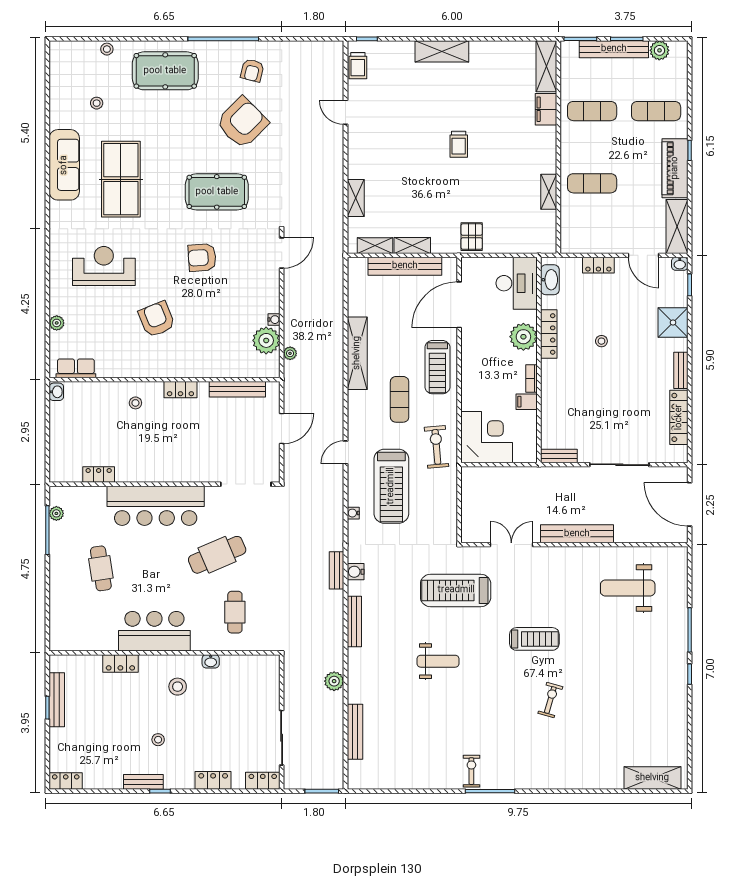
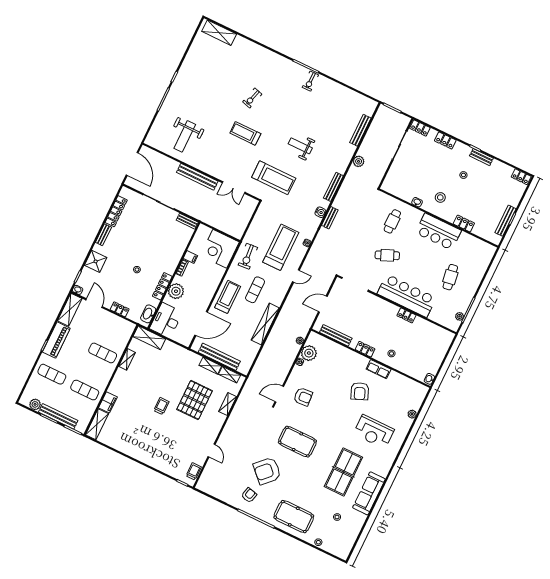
shelving: (442, 51) -> (149, 338), moved
pallet: (472, 237) -> (195, 400), moved, width x2.05, depth x2.00
armchair: (202, 258) -> (303, 397), moved
row of seats: (76, 368) -> (379, 369), moved
locker: (99, 474) -> (406, 315), moved
cafe table: (217, 555) -> (387, 255), width x0.73, depth x0.74
weight bench: (628, 588) -> (185, 136), turned 90

